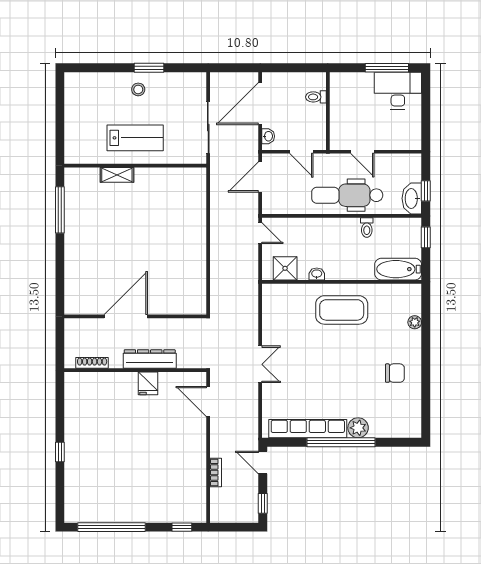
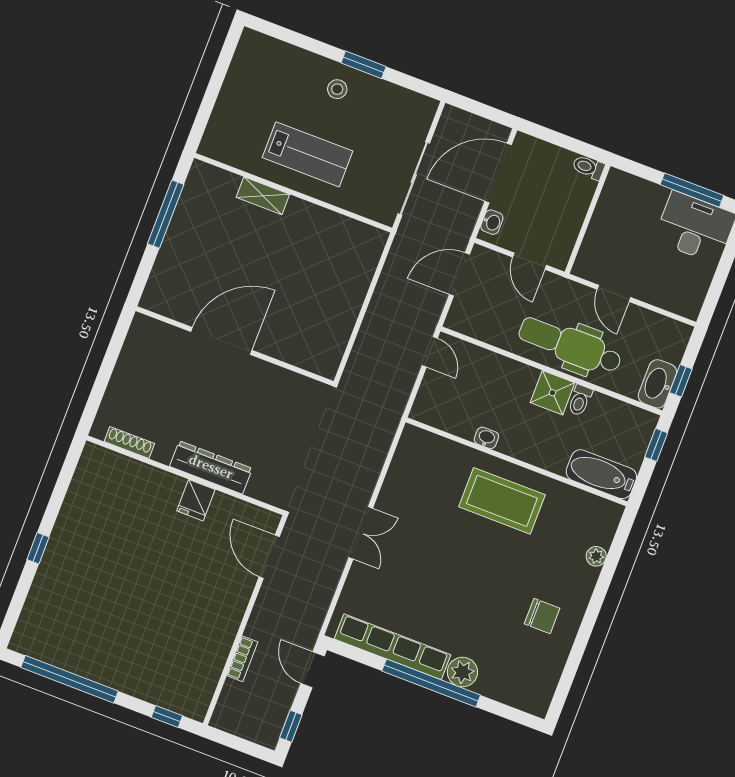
toilet: (316, 97) -> (588, 167), moved
shower: (285, 268) -> (552, 393), moved
door: (126, 316) -> (221, 341), moved
wall: (135, 316) -> (235, 346), moved

